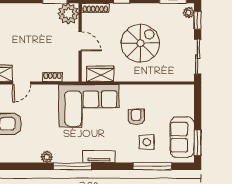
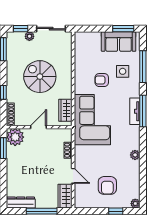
plant: (189, 13) -> (29, 36), moved
window: (73, 166) -> (143, 111), moved

